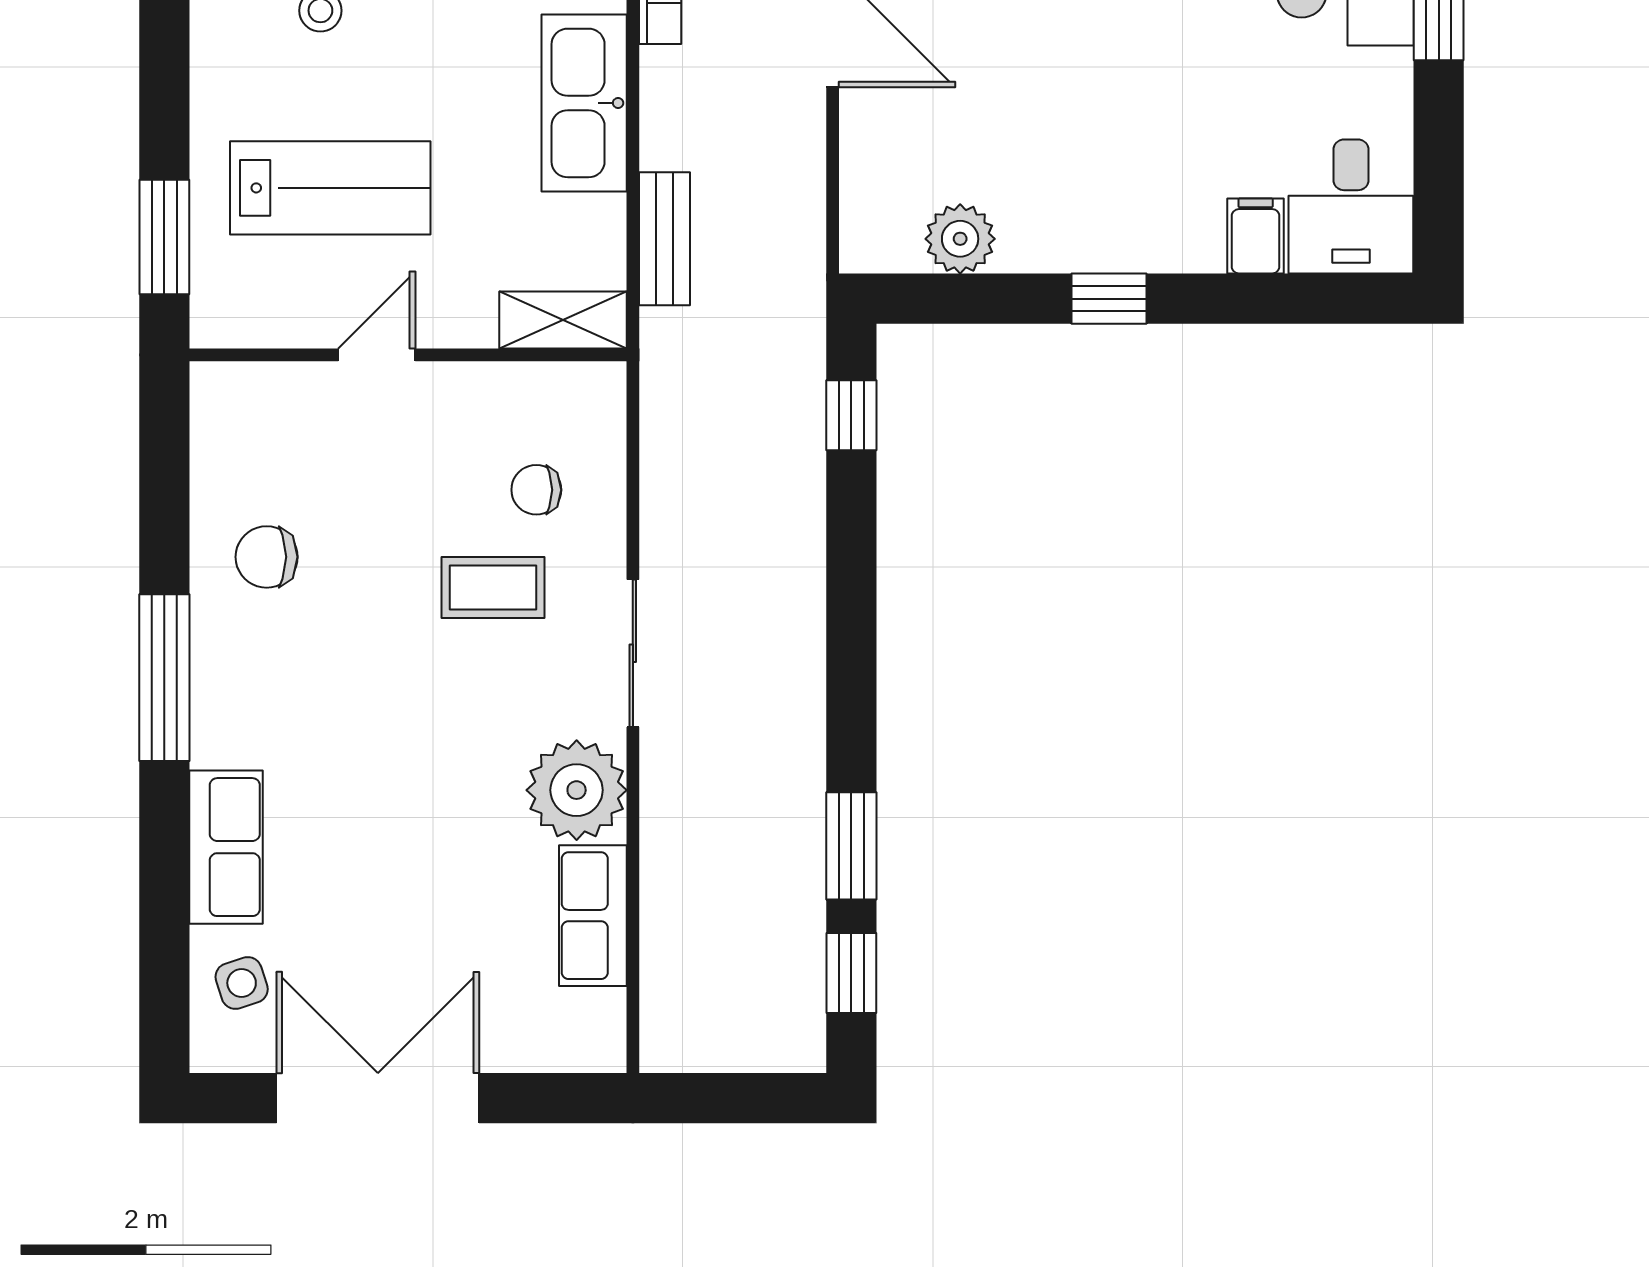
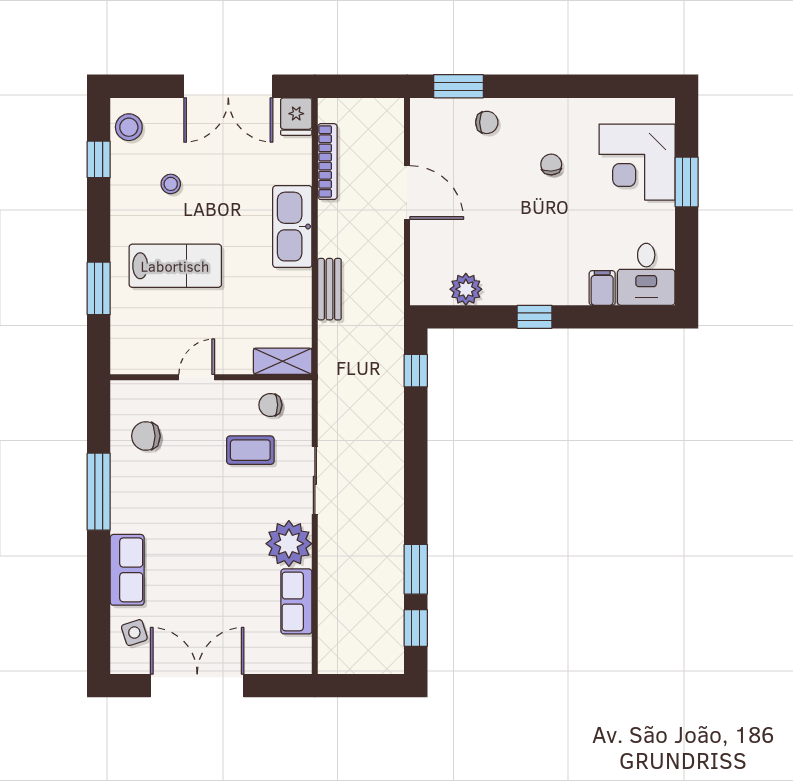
shelving: (563, 320) -> (283, 361), moved
door: (377, 355) -> (197, 377), moved
wall: (408, 355) -> (211, 377), moved

